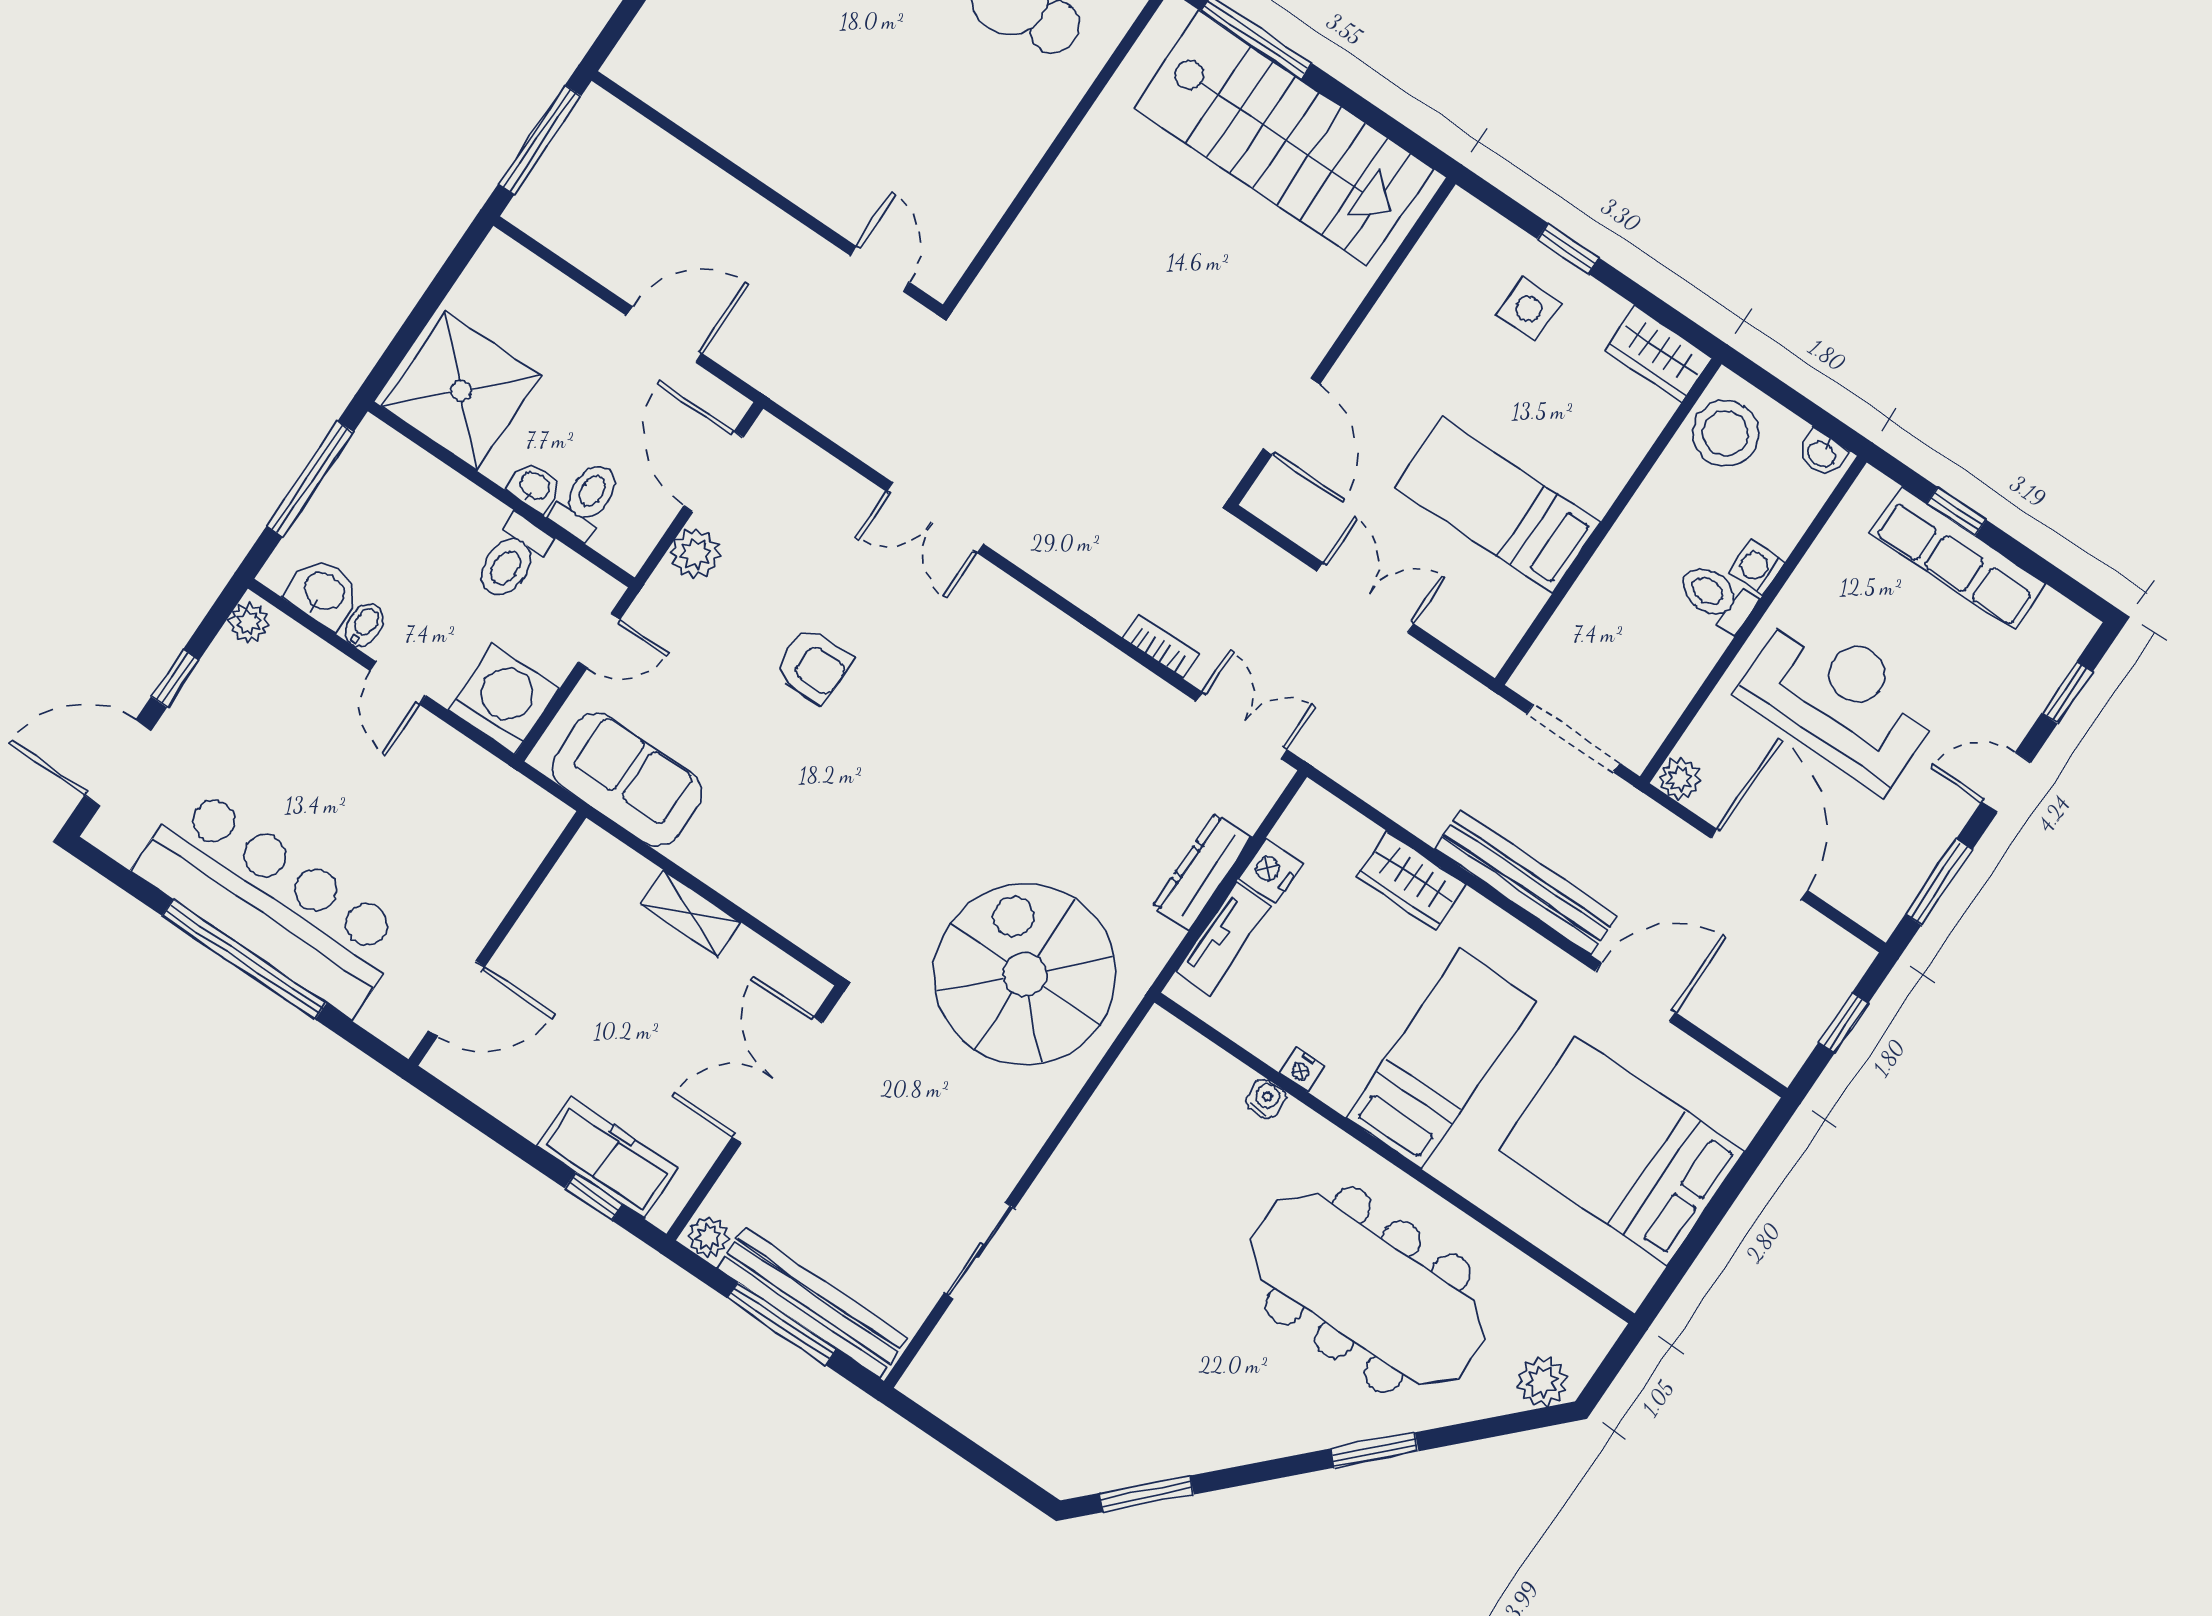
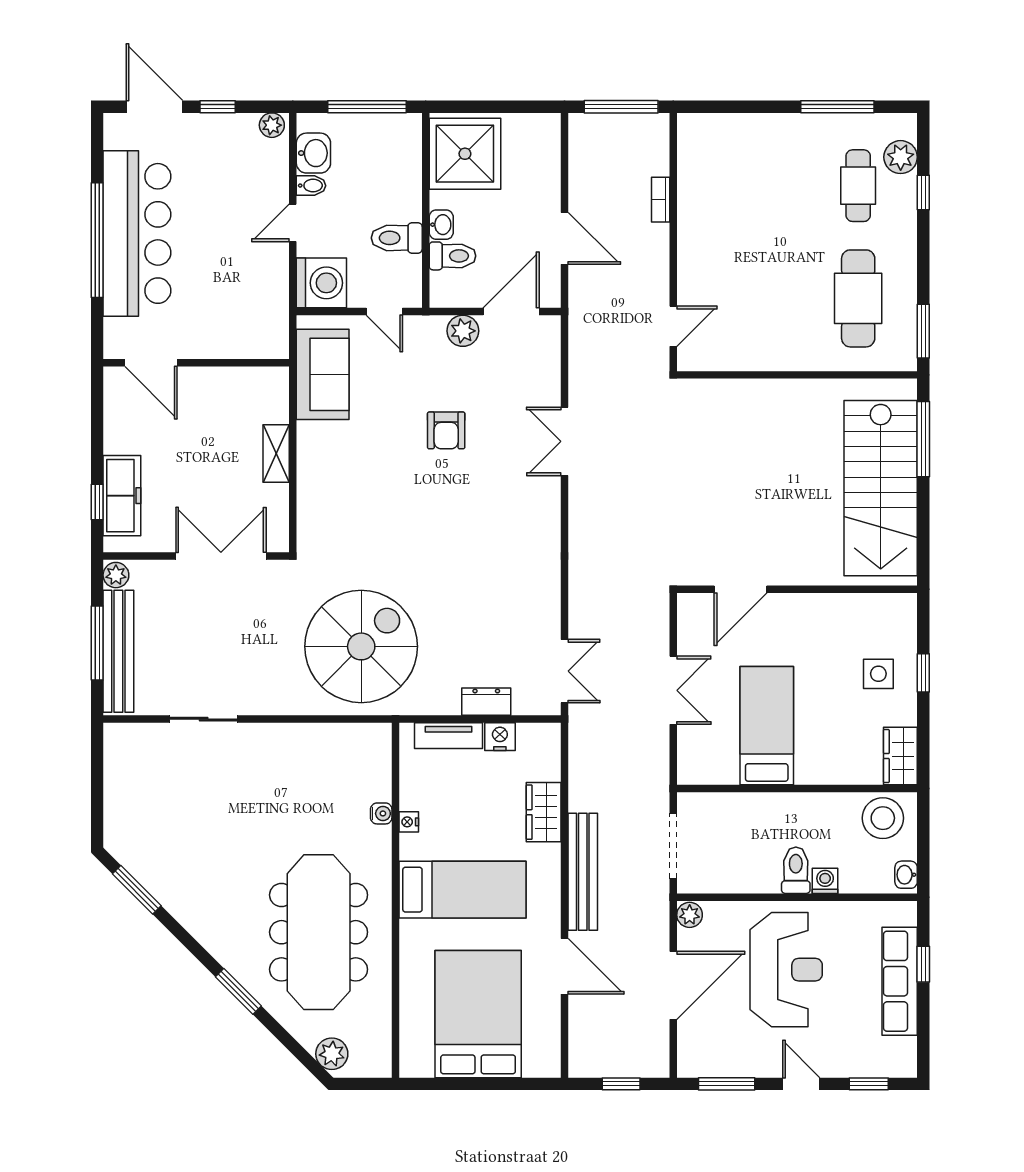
bookcase: (1161, 646) -> (661, 200), moved, turned 180
dresser: (1202, 872) -> (486, 702), width x0.70

